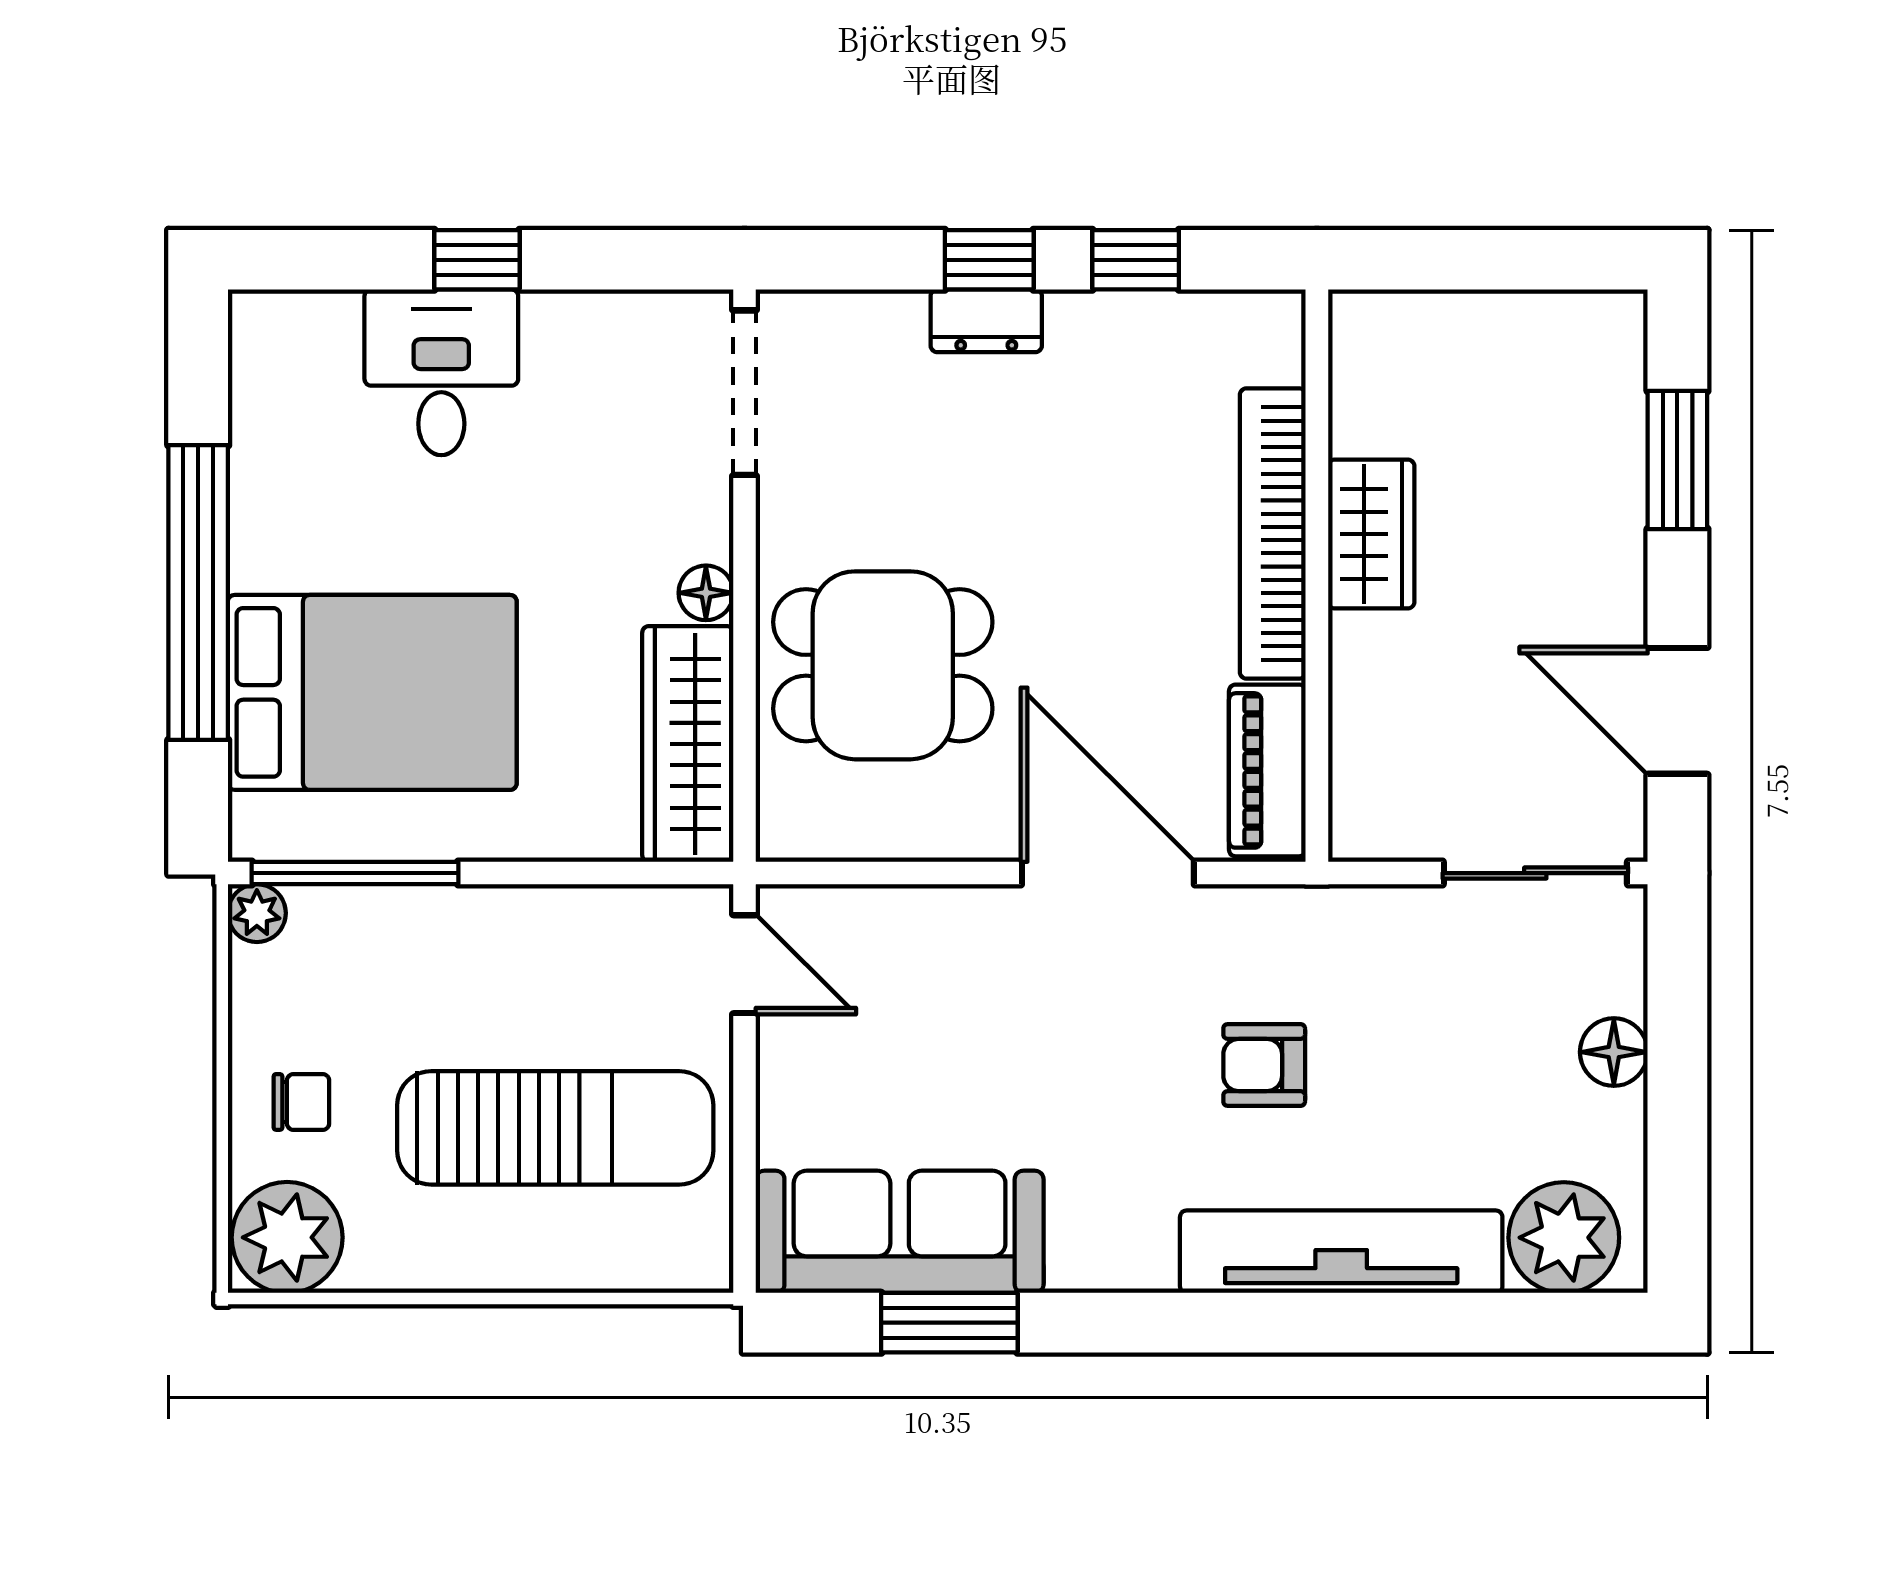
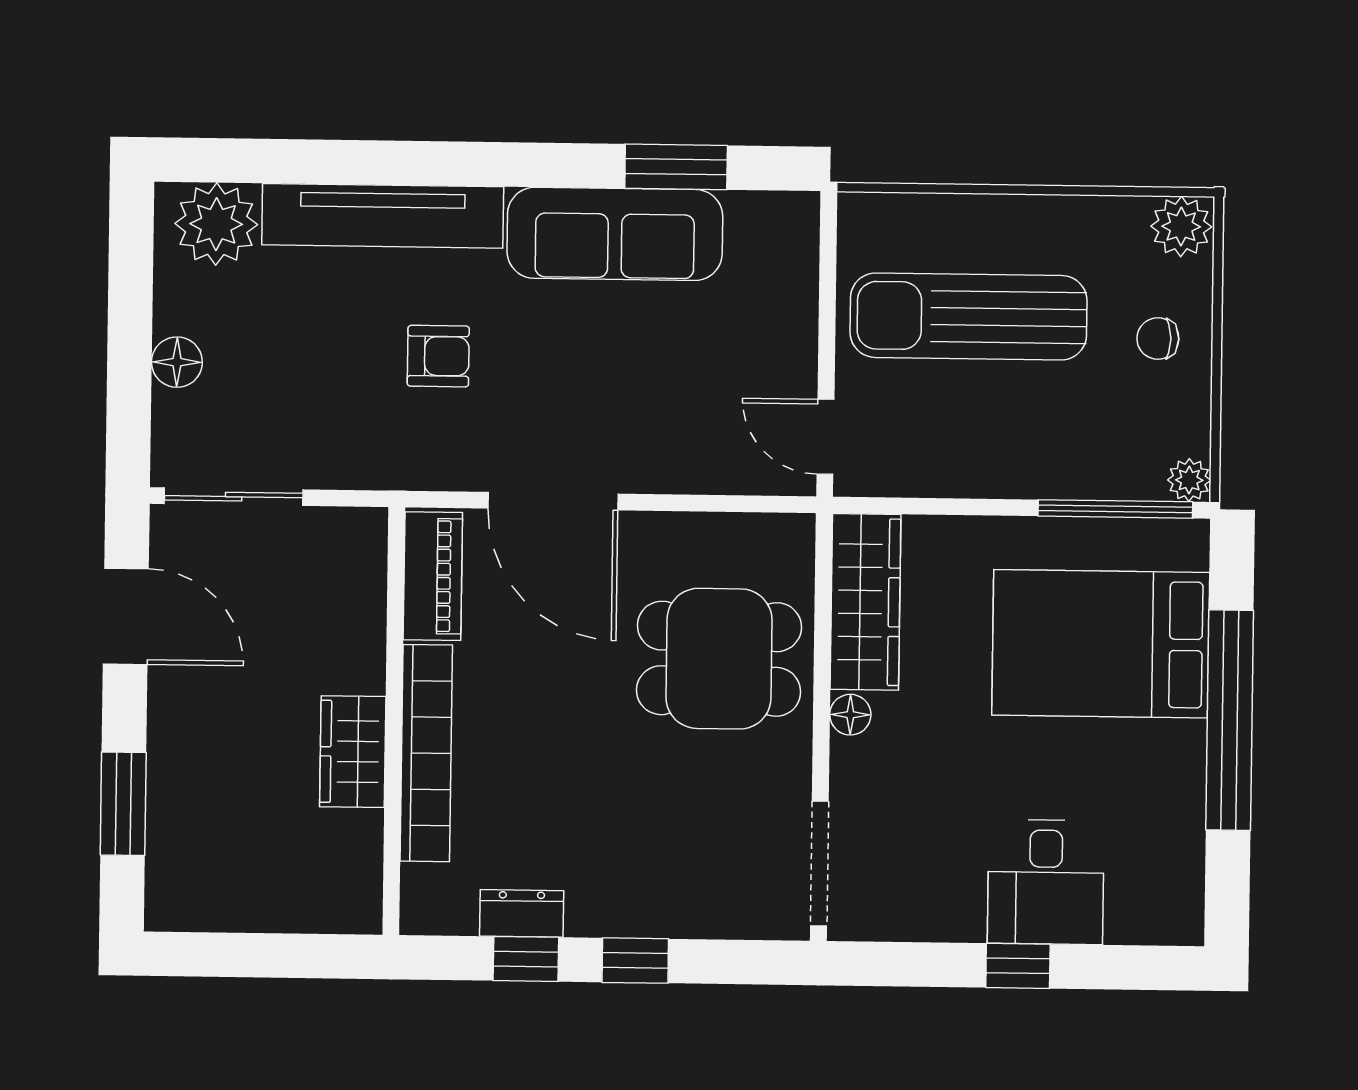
dresser: (986, 321) -> (522, 913), moved
sofa: (900, 1232) -> (615, 234), moved
plant: (287, 1237) -> (1181, 227), width x0.73, depth x0.73

